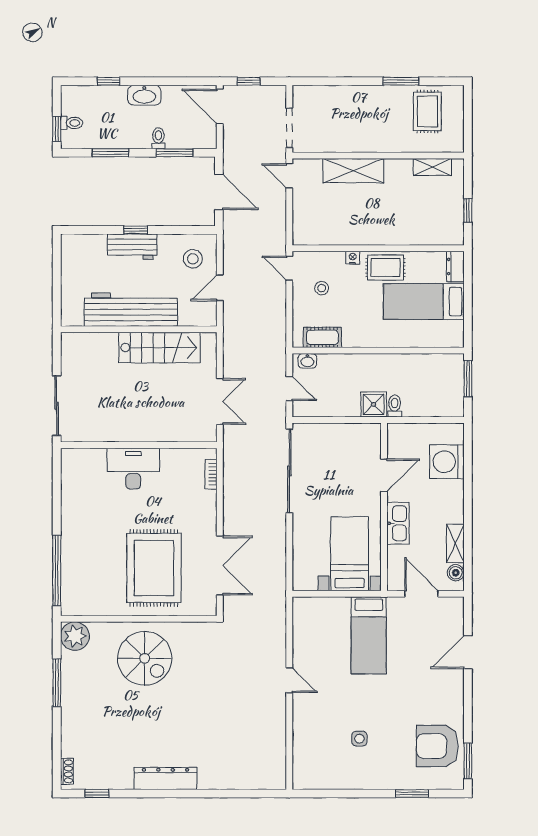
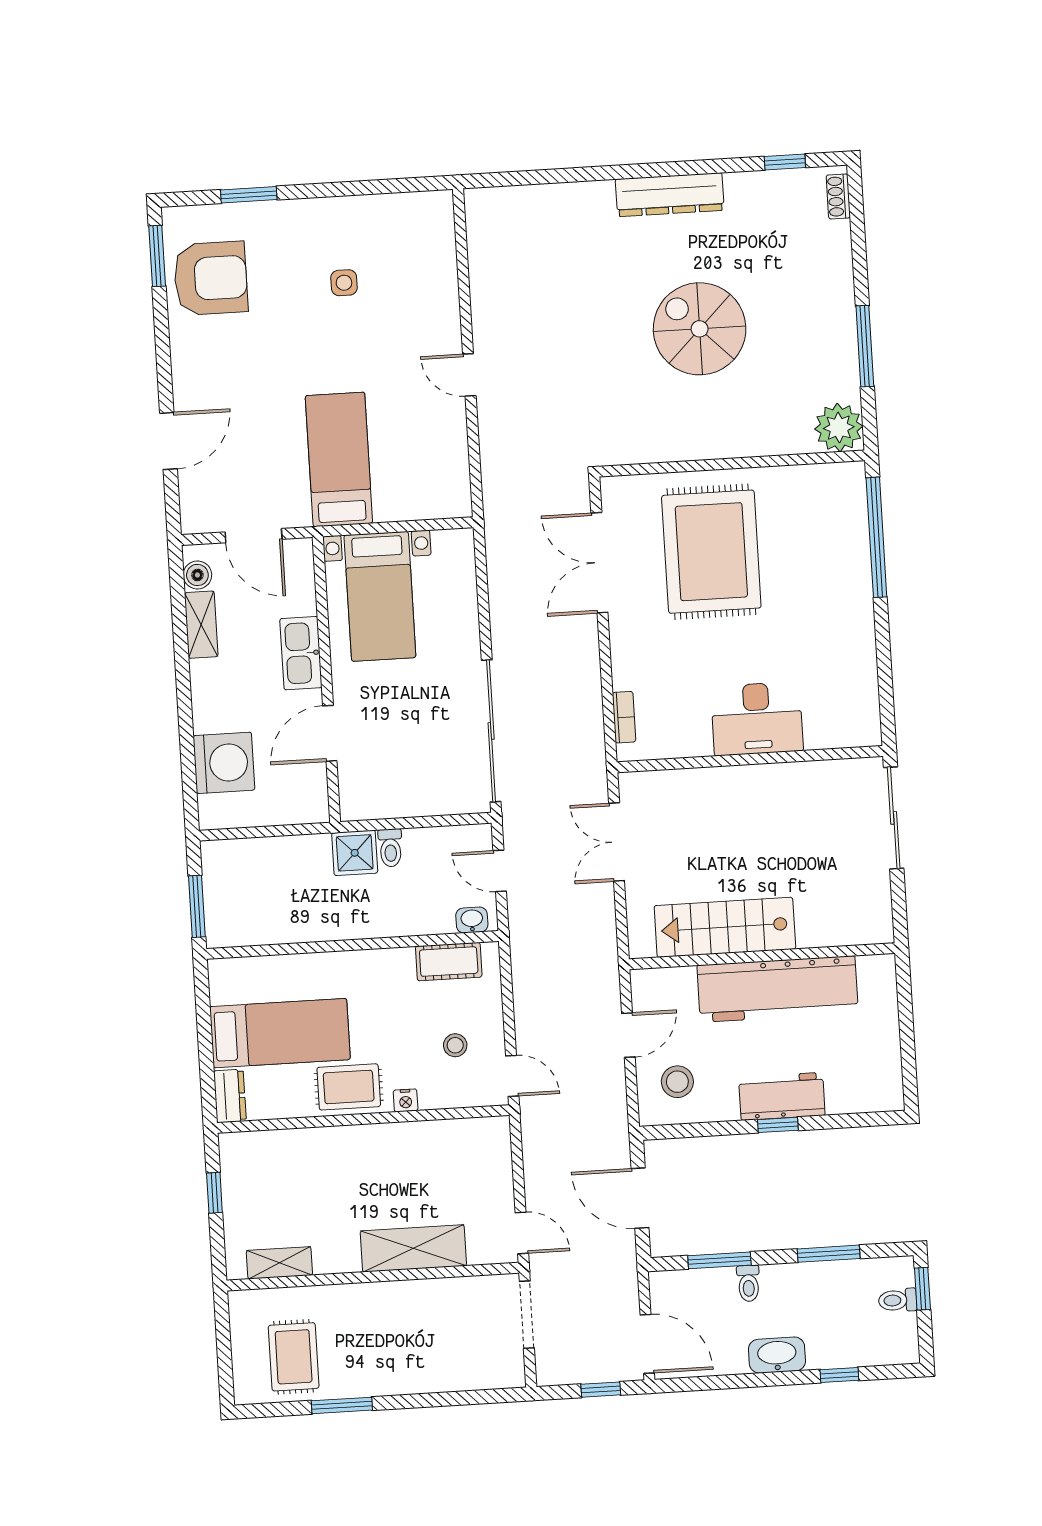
toilet: (395, 406) -> (390, 848), moved
spiral stairs: (145, 658) -> (700, 329), moved

